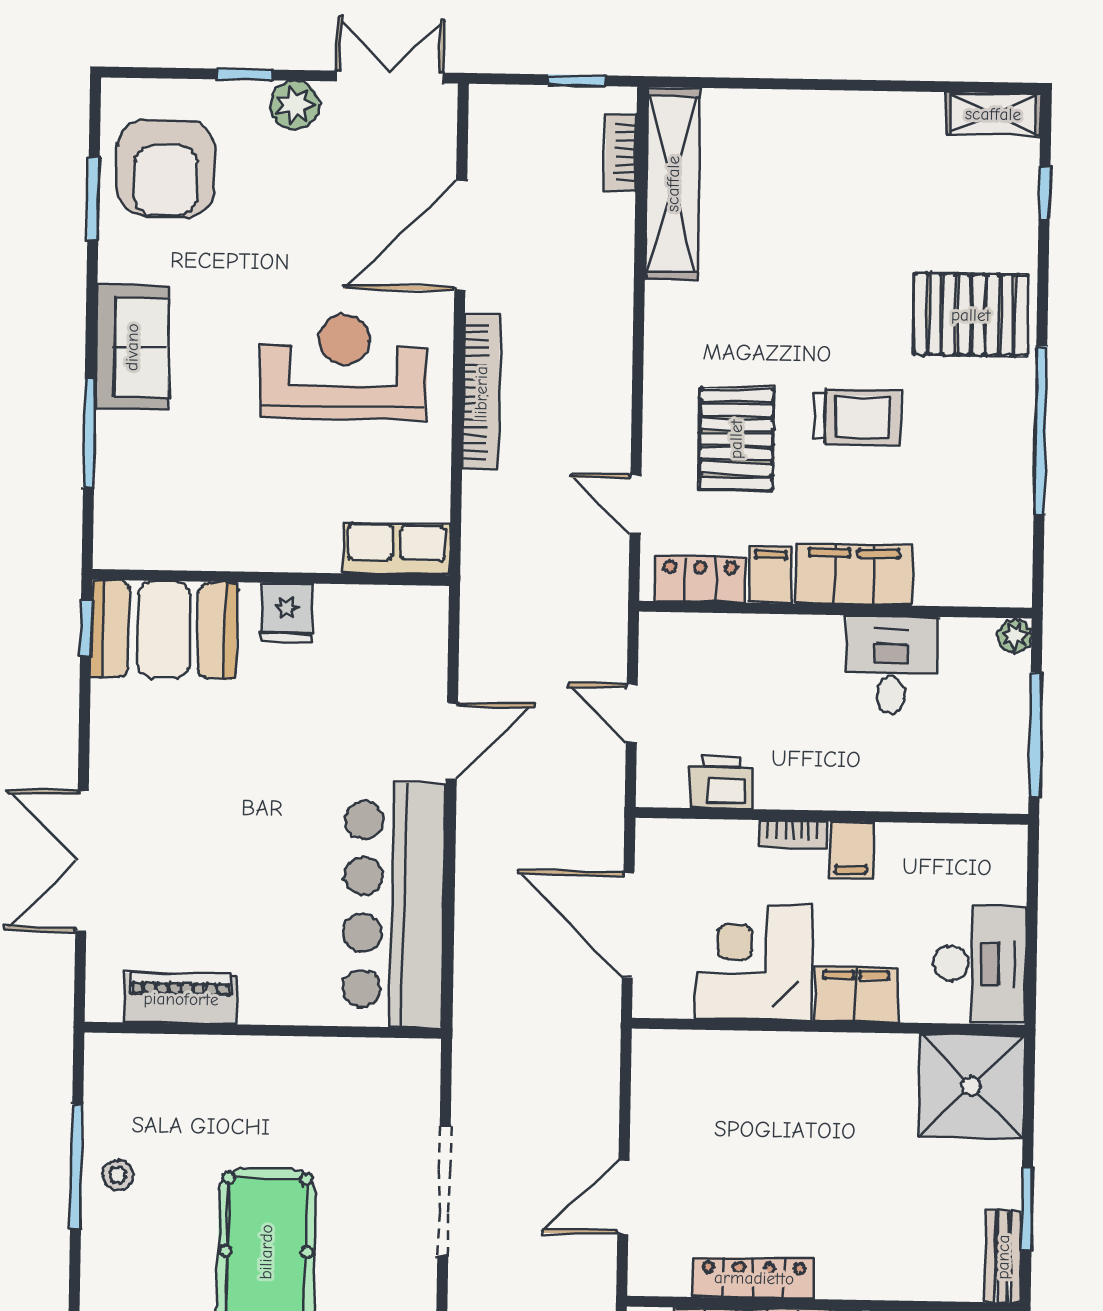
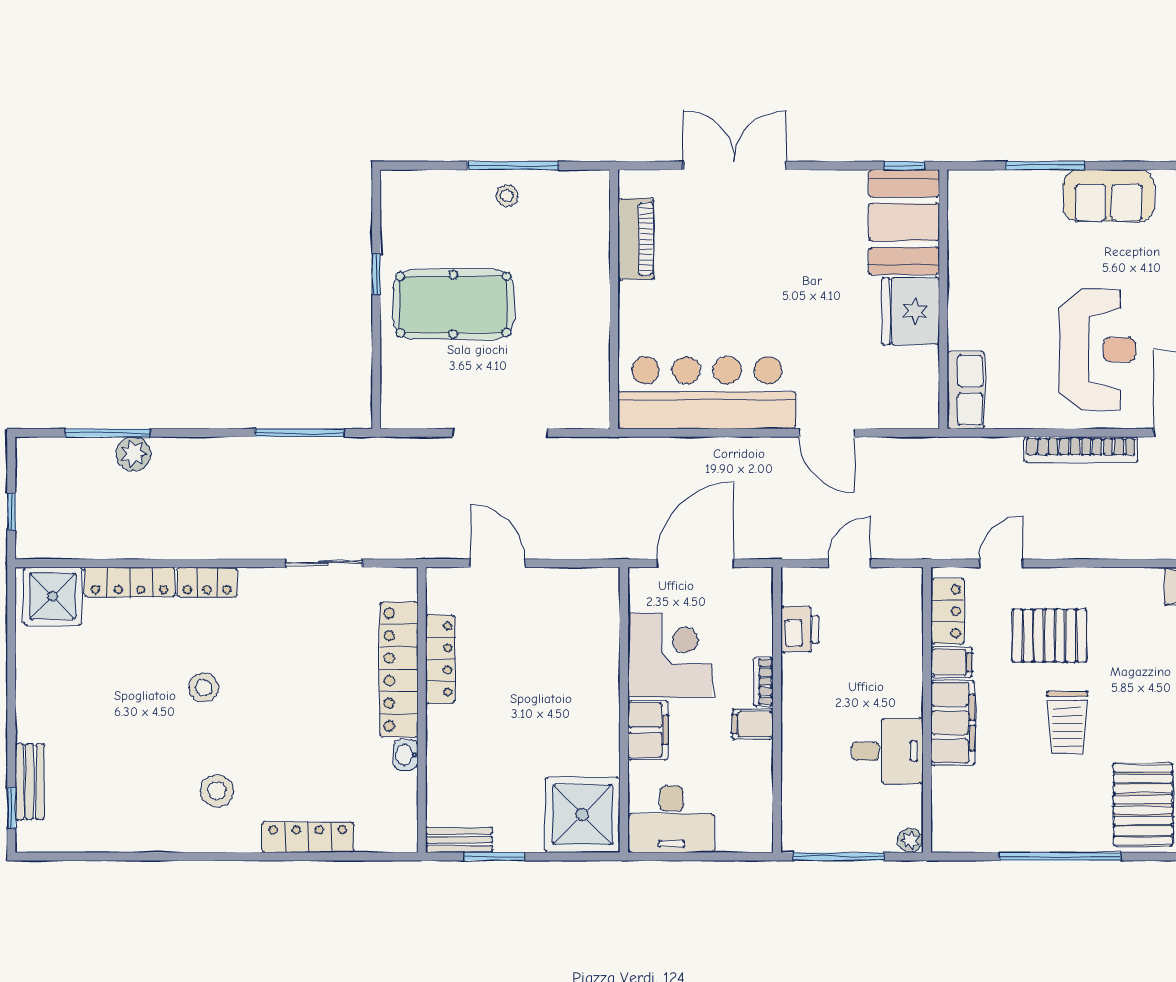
fridge: (287, 612) -> (911, 311), width x1.88, depth x1.34

